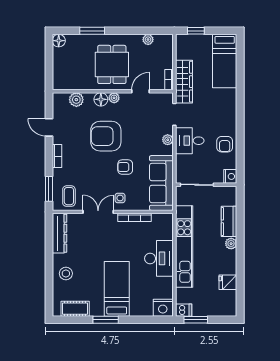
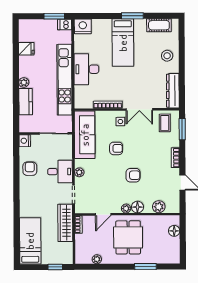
floor lamp: (59, 41) -> (174, 231), moved
armchair: (106, 136) -> (133, 175), width x0.53, depth x0.53

